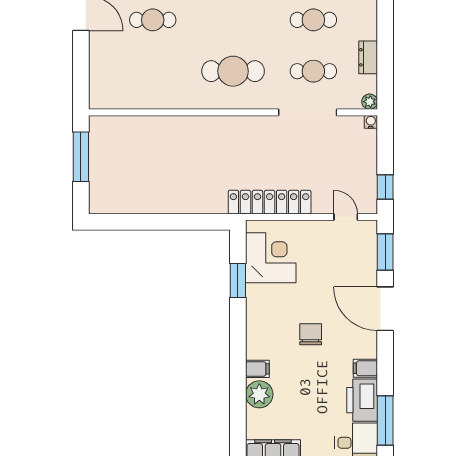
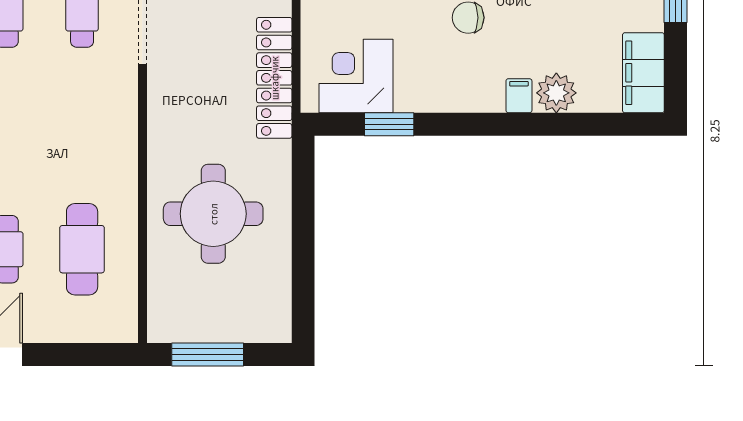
cafe table: (233, 71) -> (82, 249), moved
round table: (177, 161) -> (213, 214), added

